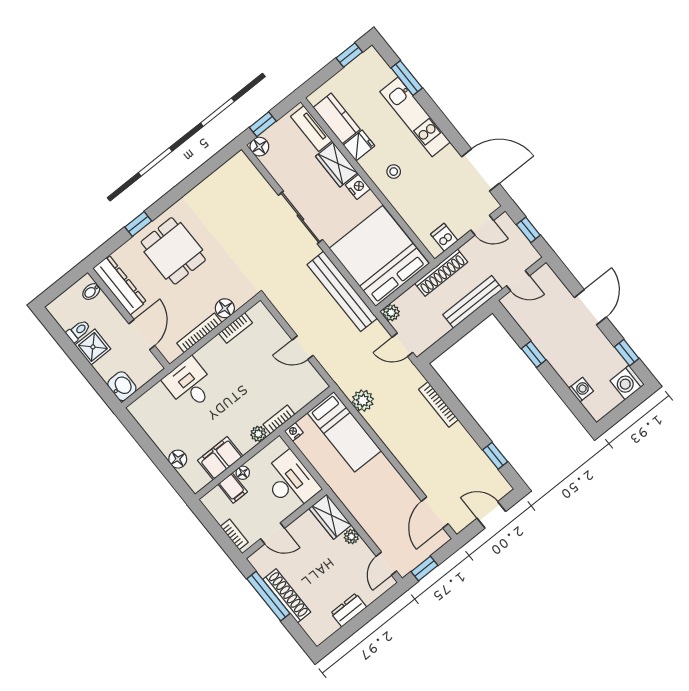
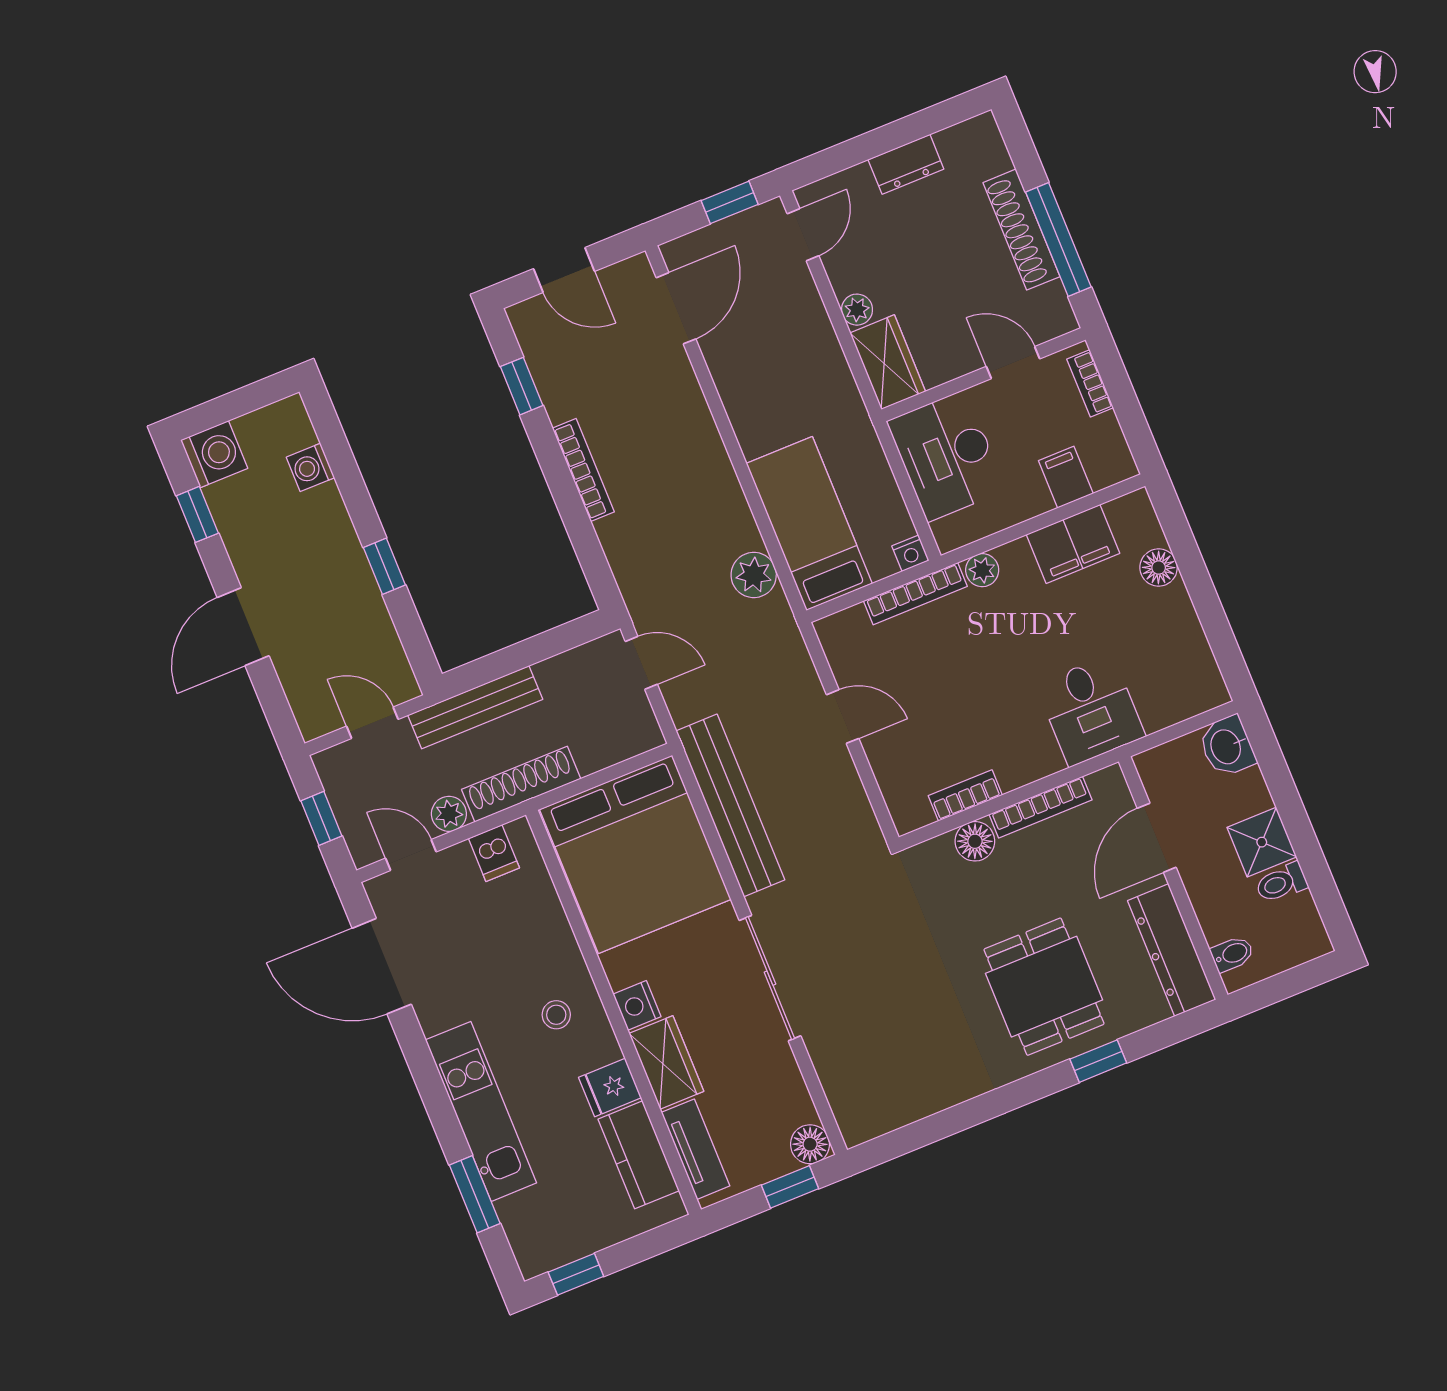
plant: (391, 313) -> (449, 814), moved
bookcase: (438, 404) -> (583, 470), moved
bookcase: (279, 419) -> (915, 594), width x1.56
floor lamp: (243, 473) -> (1036, 502), removed

